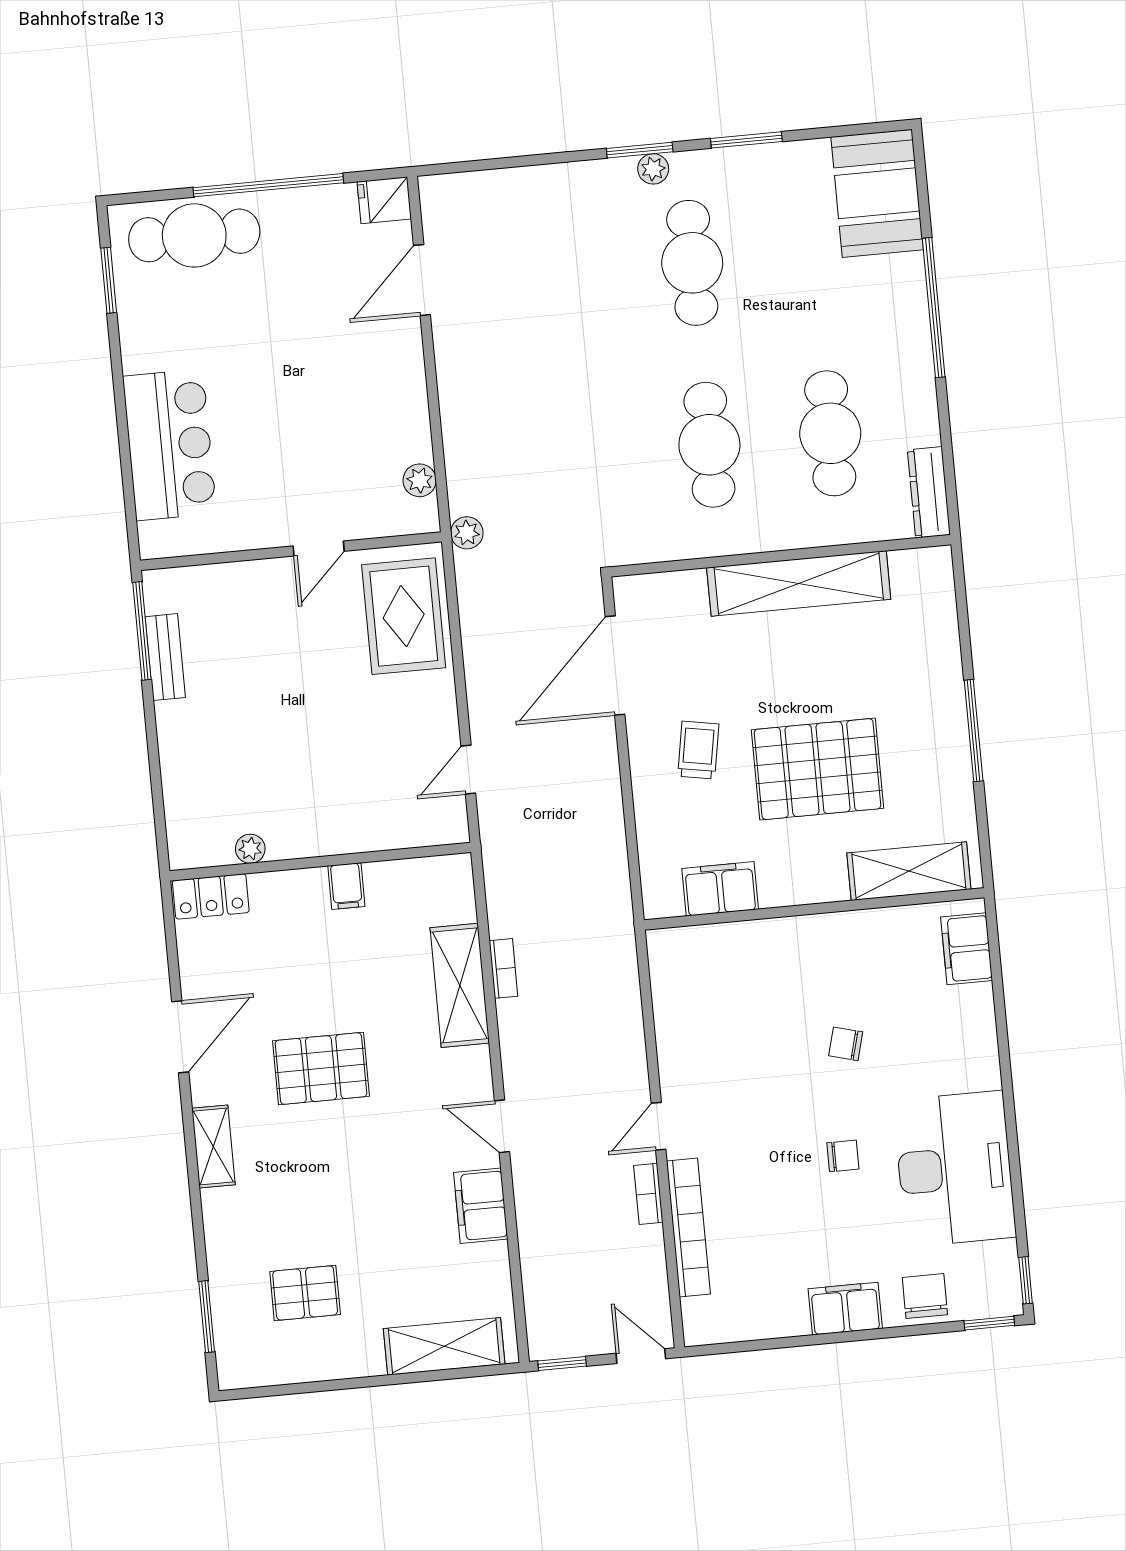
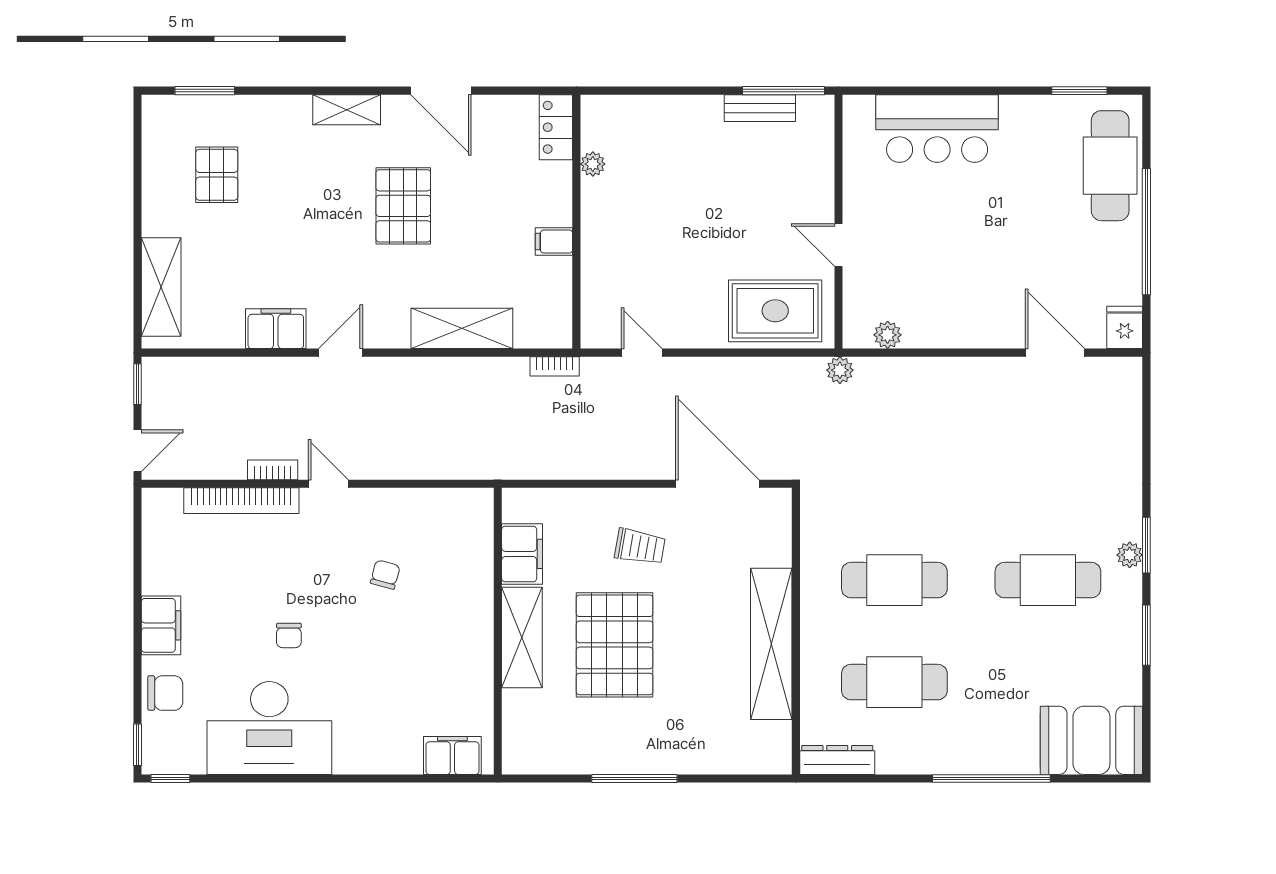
shelving: (909, 871) -> (522, 637), moved
bookcase: (503, 968) -> (555, 366), moved
chair: (846, 1044) -> (385, 575), moved

